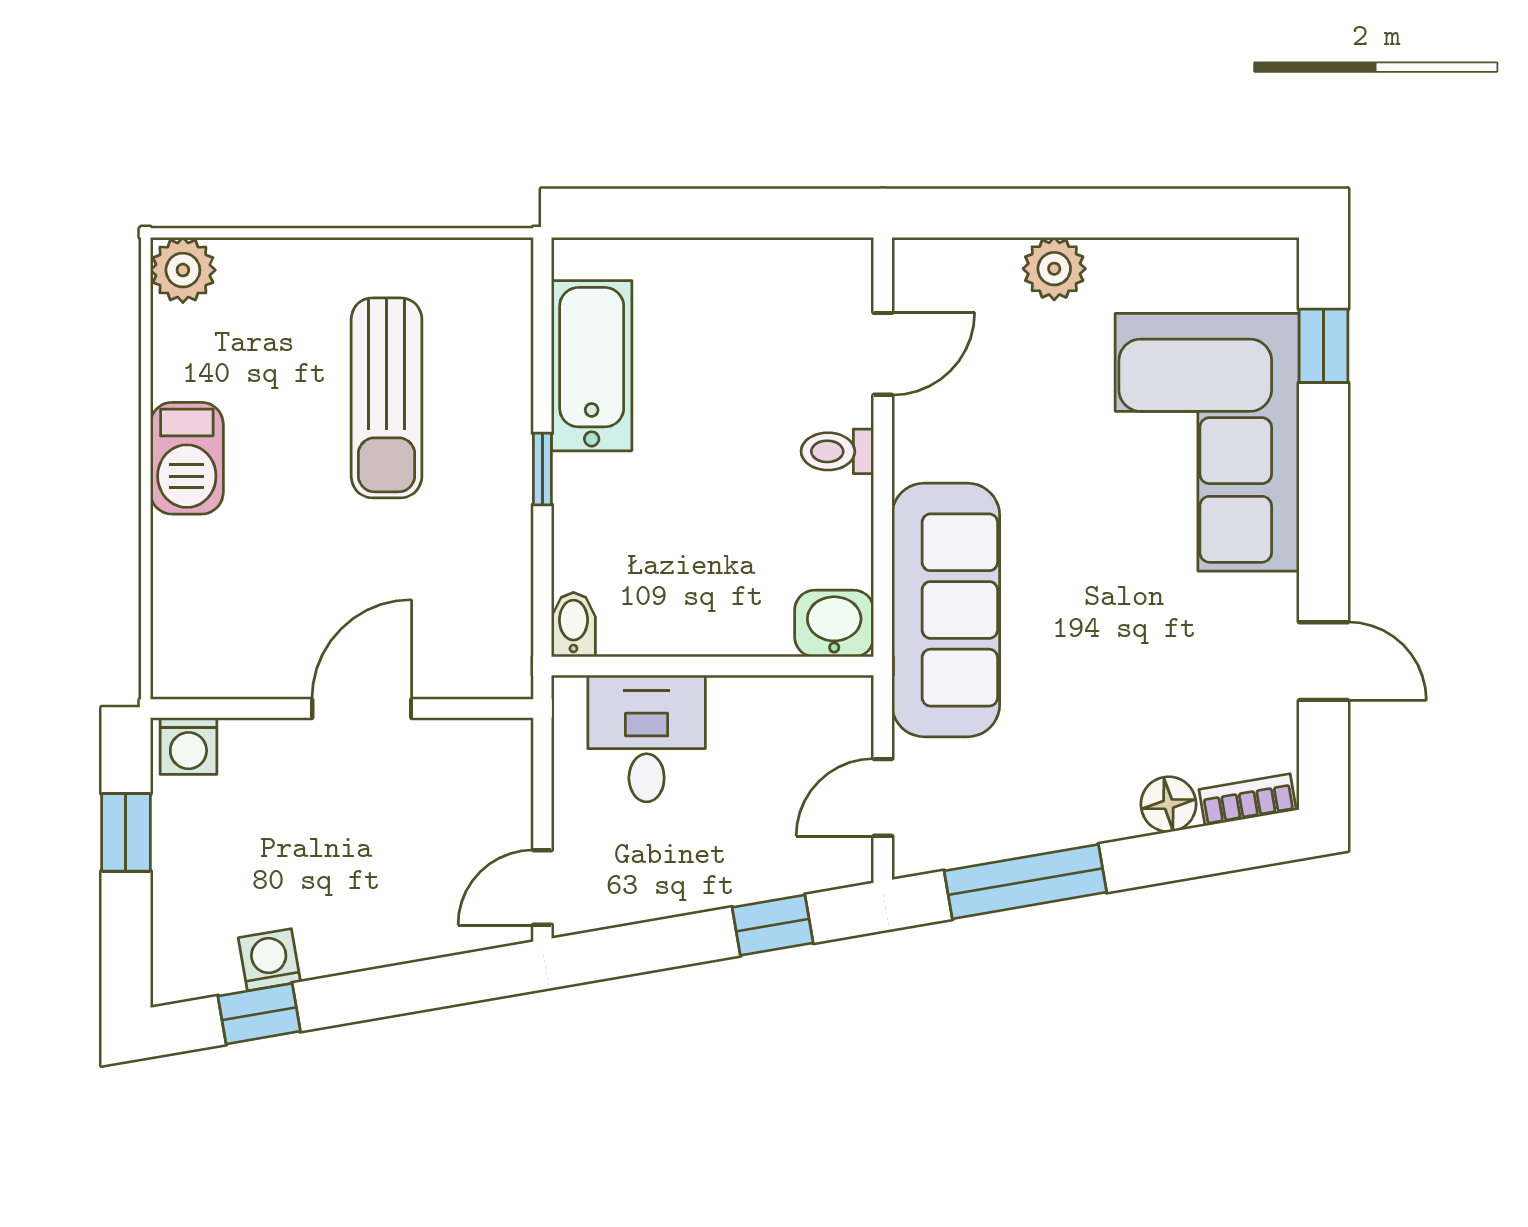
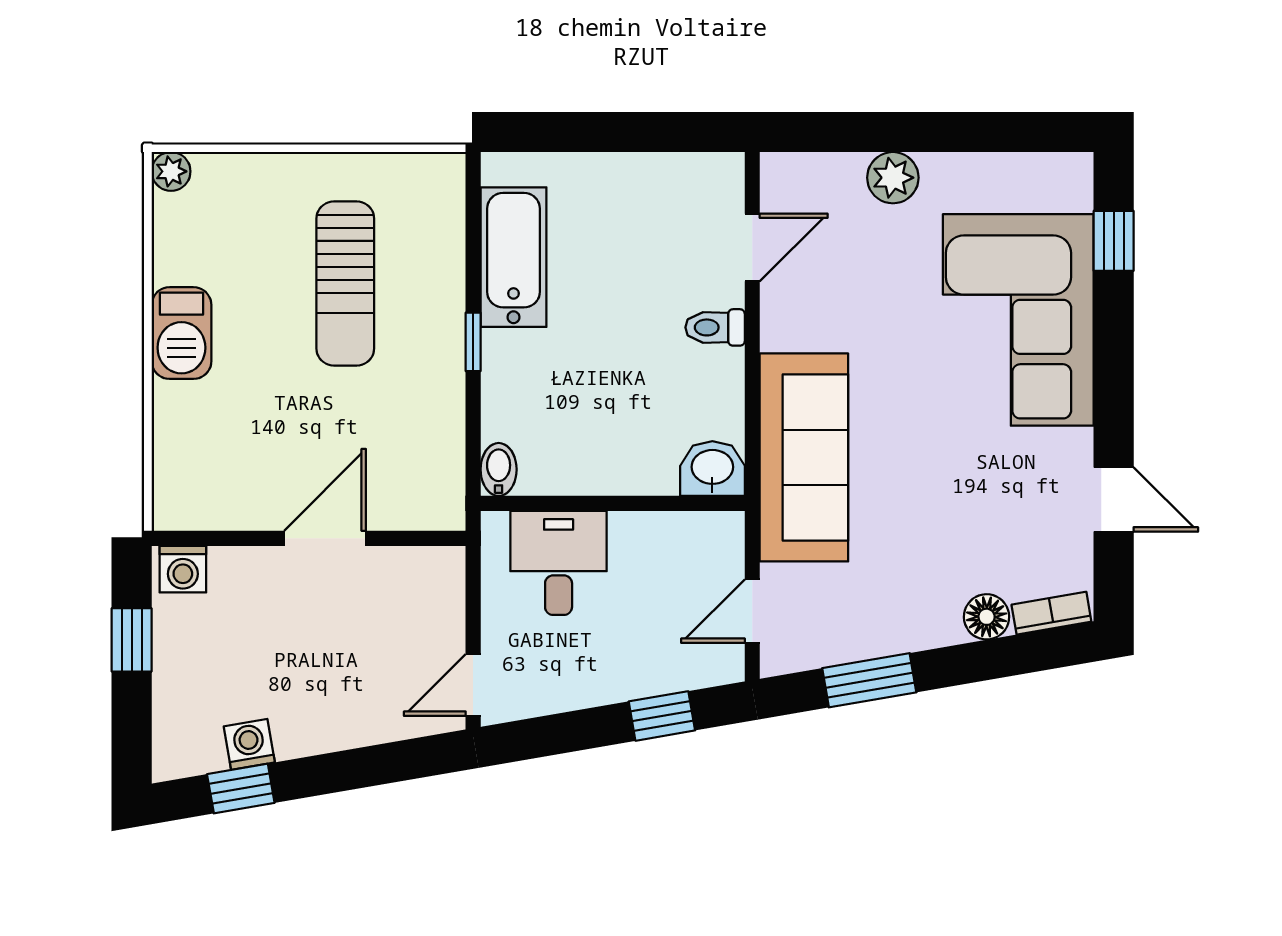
plant: (183, 270) -> (171, 171), width x0.73, depth x0.73
window: (1025, 882) -> (869, 680), width x0.69

